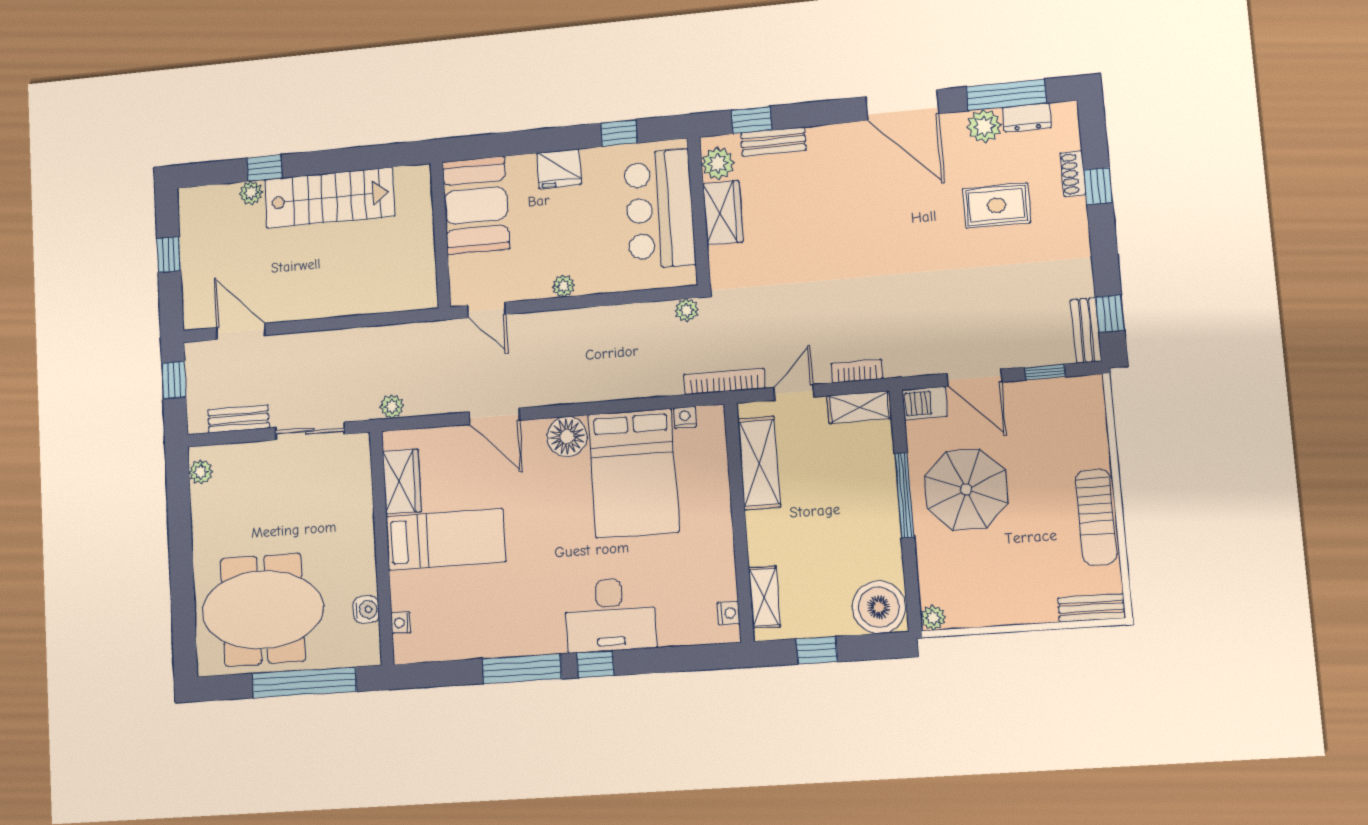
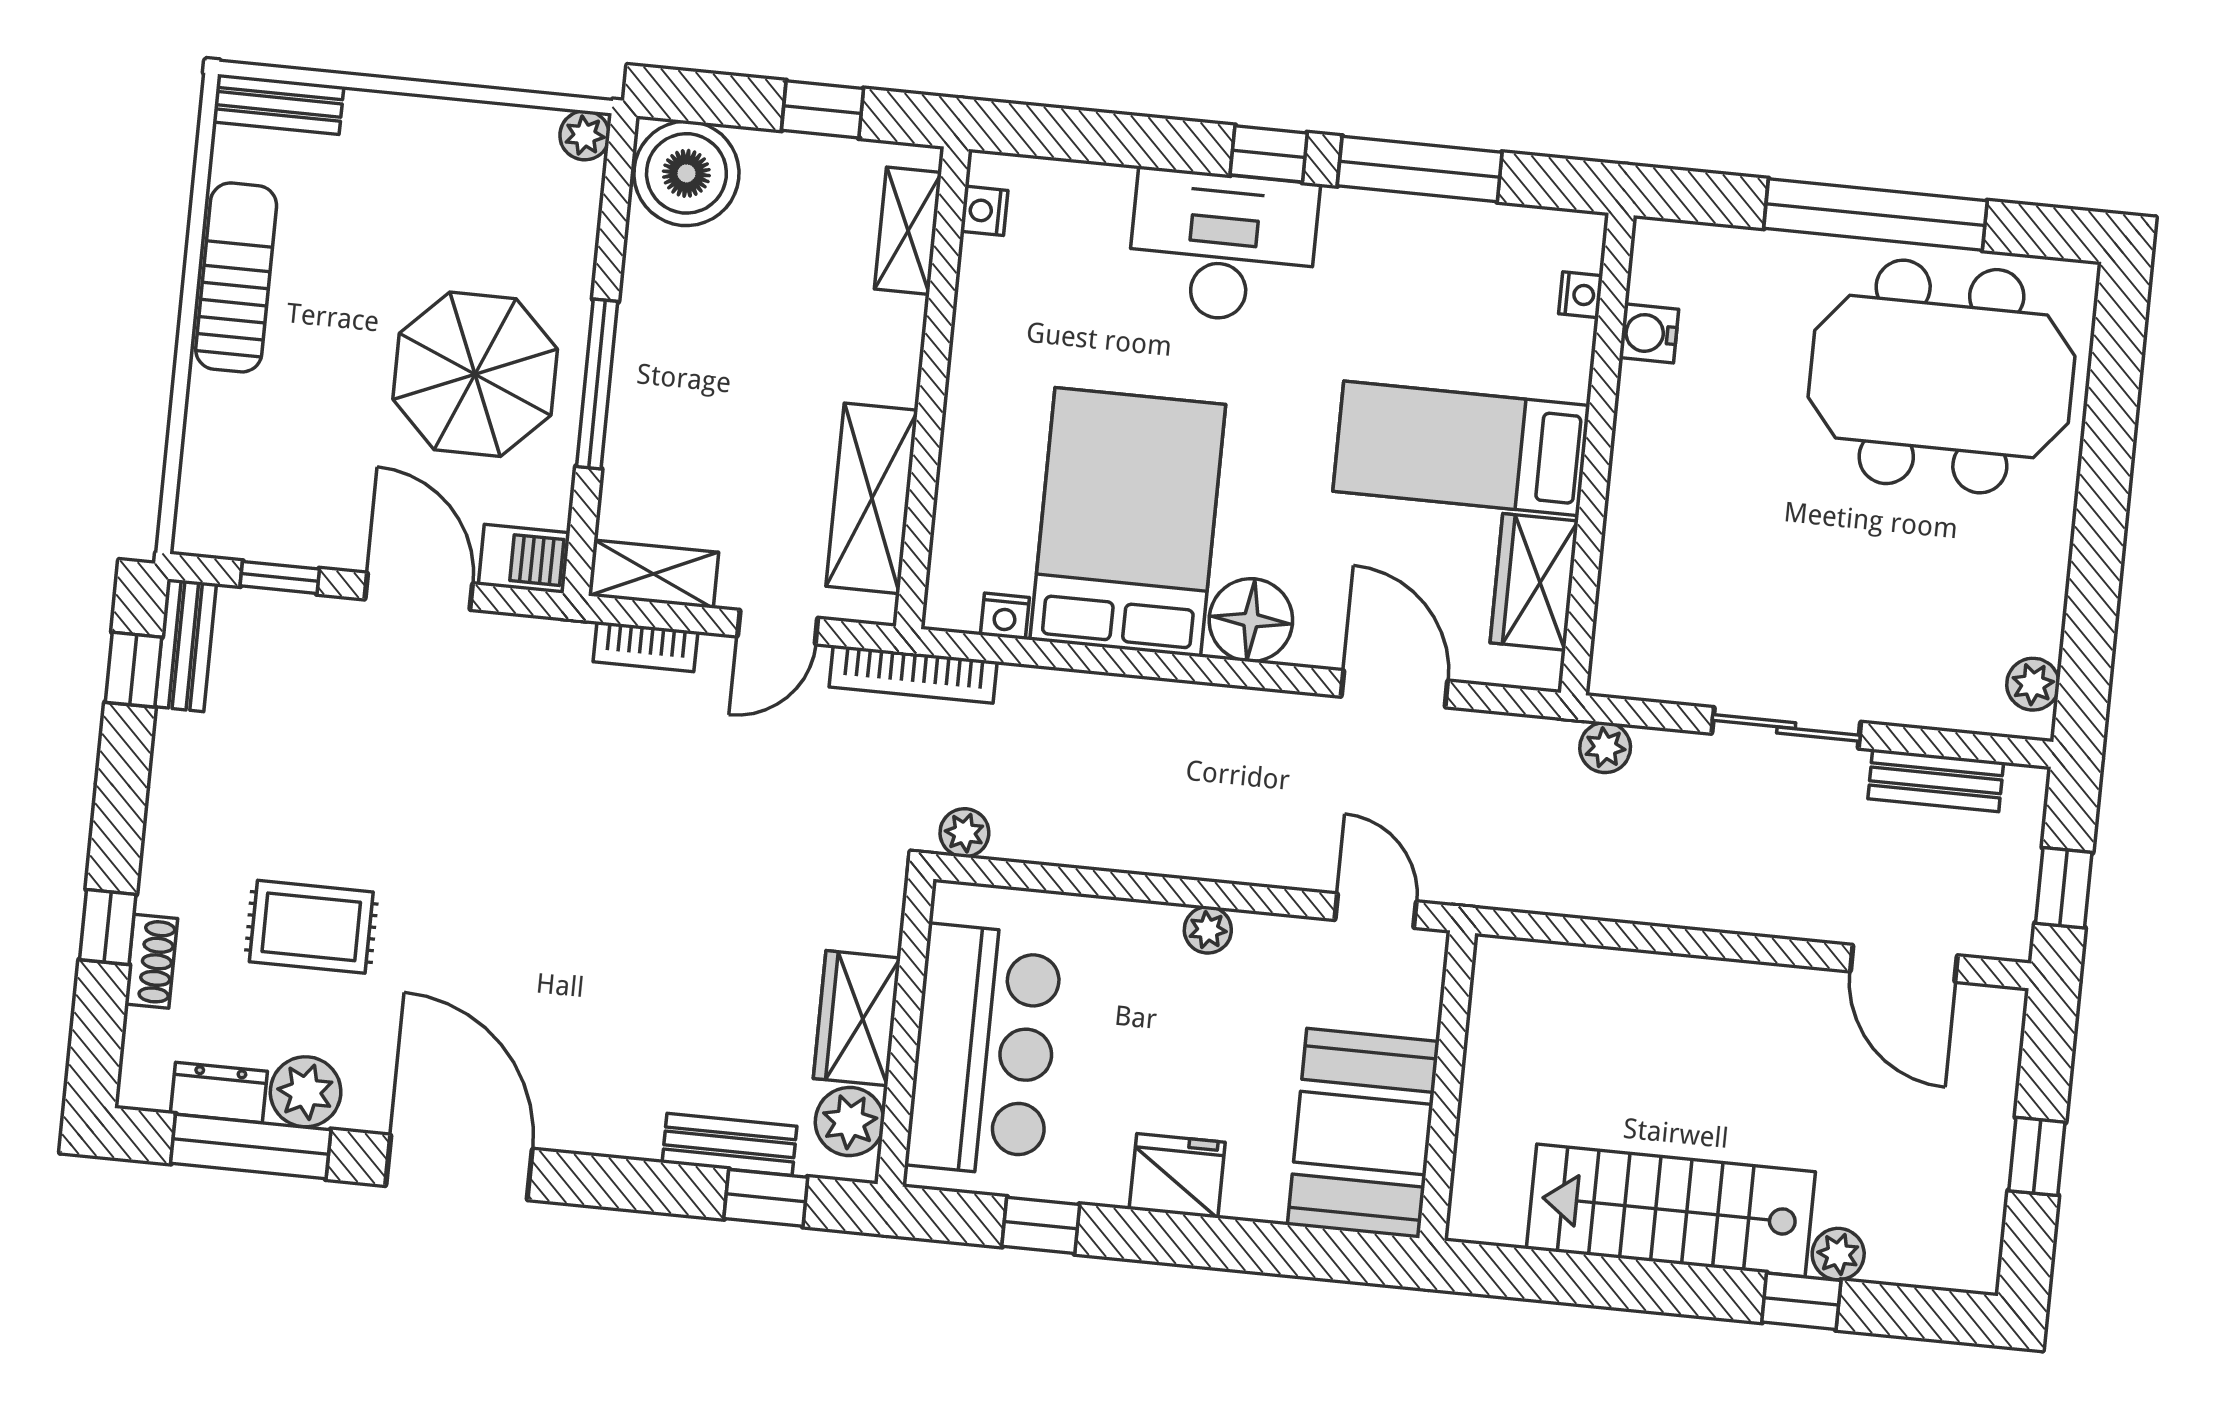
wardrobe: (402, 481) -> (1534, 582), moved
bed: (446, 539) -> (1461, 448), moved
wall: (382, 548) -> (1597, 454), moved
water cooler: (366, 610) -> (1649, 333), moved
nightstand: (401, 623) -> (1581, 295), moved

